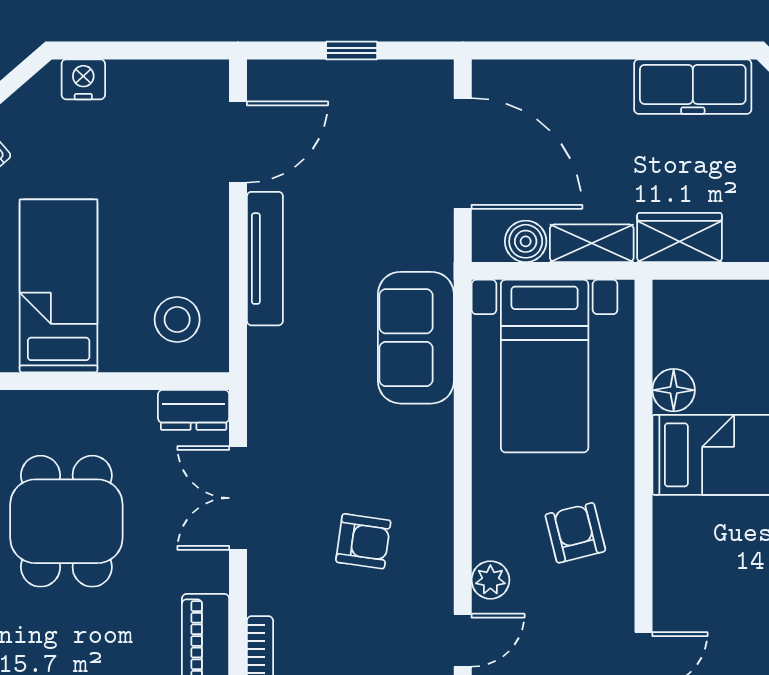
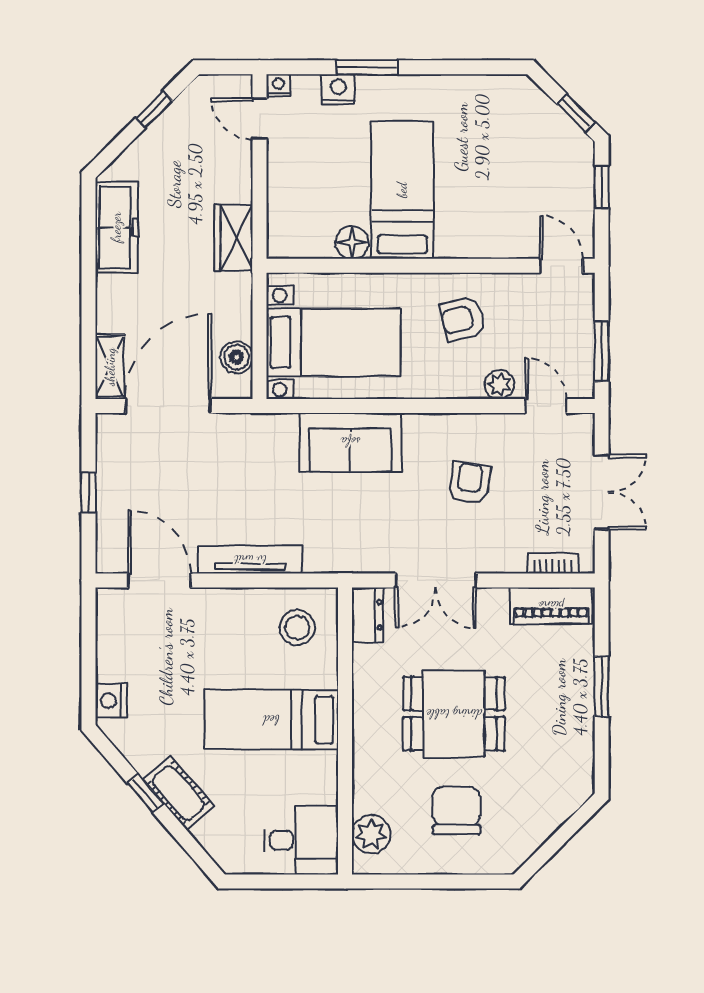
shelving: (592, 243) -> (110, 367), moved
sofa: (416, 338) -> (350, 442), moved

